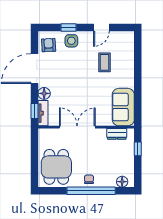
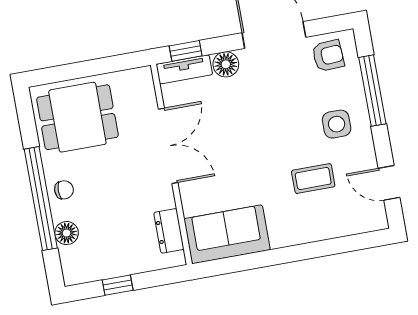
window: (69, 27) -> (372, 91), width x2.17
door: (101, 27) -> (389, 183), moved
side table: (71, 41) -> (337, 124), moved
window: (138, 149) -> (118, 285), moved
floor lamp: (122, 182) -> (67, 233), moved

